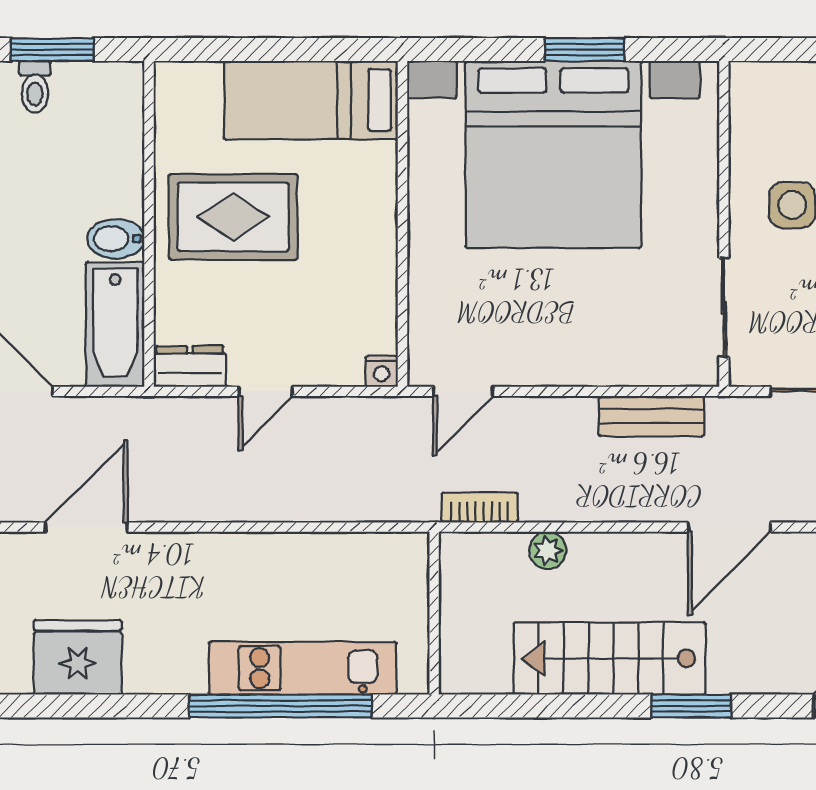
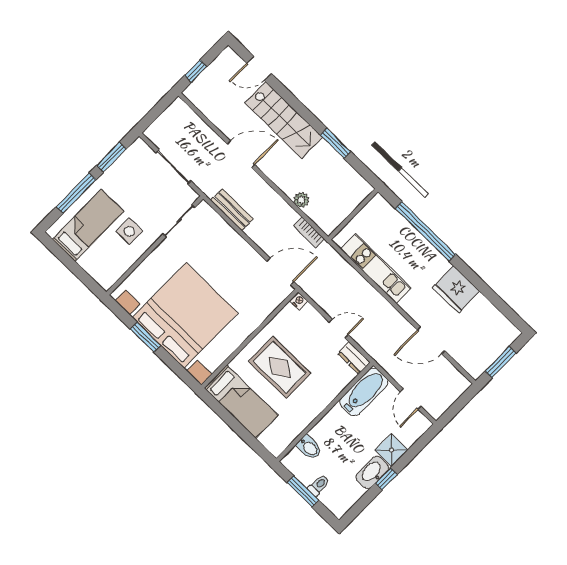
rug: (233, 217) -> (280, 367), moved
bidet: (116, 239) -> (309, 447), moved
door: (463, 391) -> (280, 271), width x1.38
fridge: (78, 657) -> (456, 289), moved
stairs: (610, 658) -> (284, 120), moved
kitchen unit: (303, 668) -> (376, 269), moved, turned 180
window: (691, 706) -> (335, 143), moved

